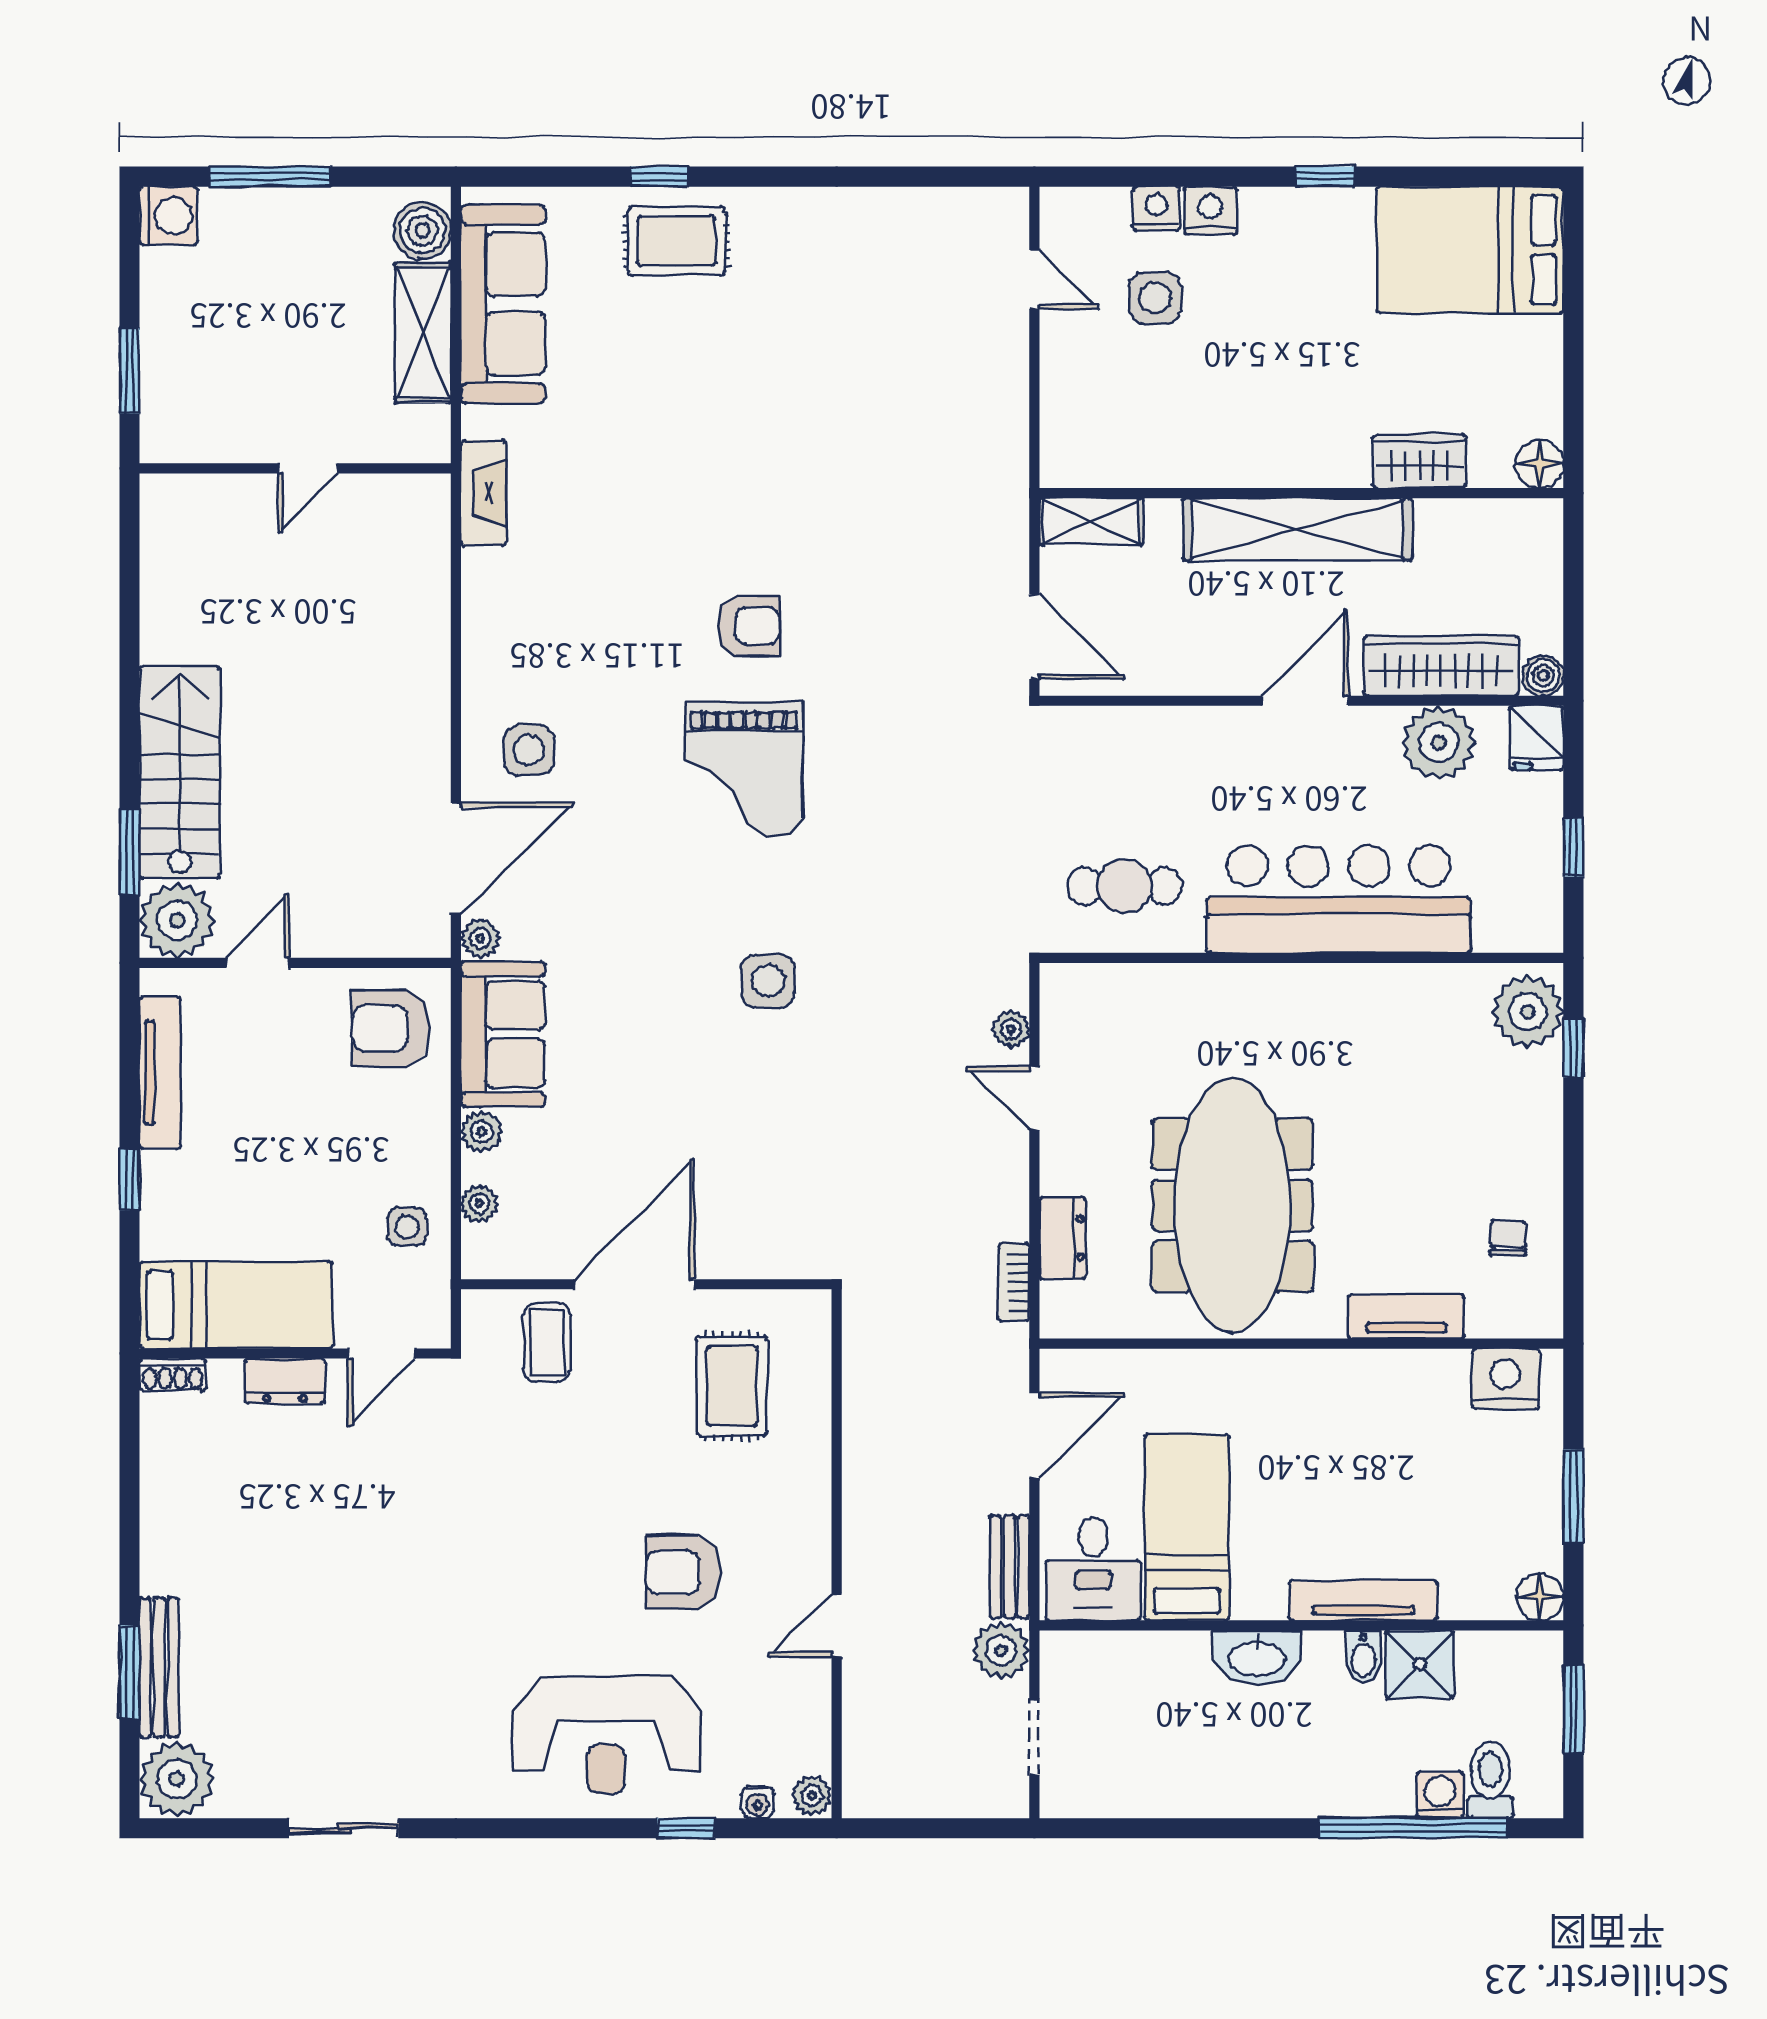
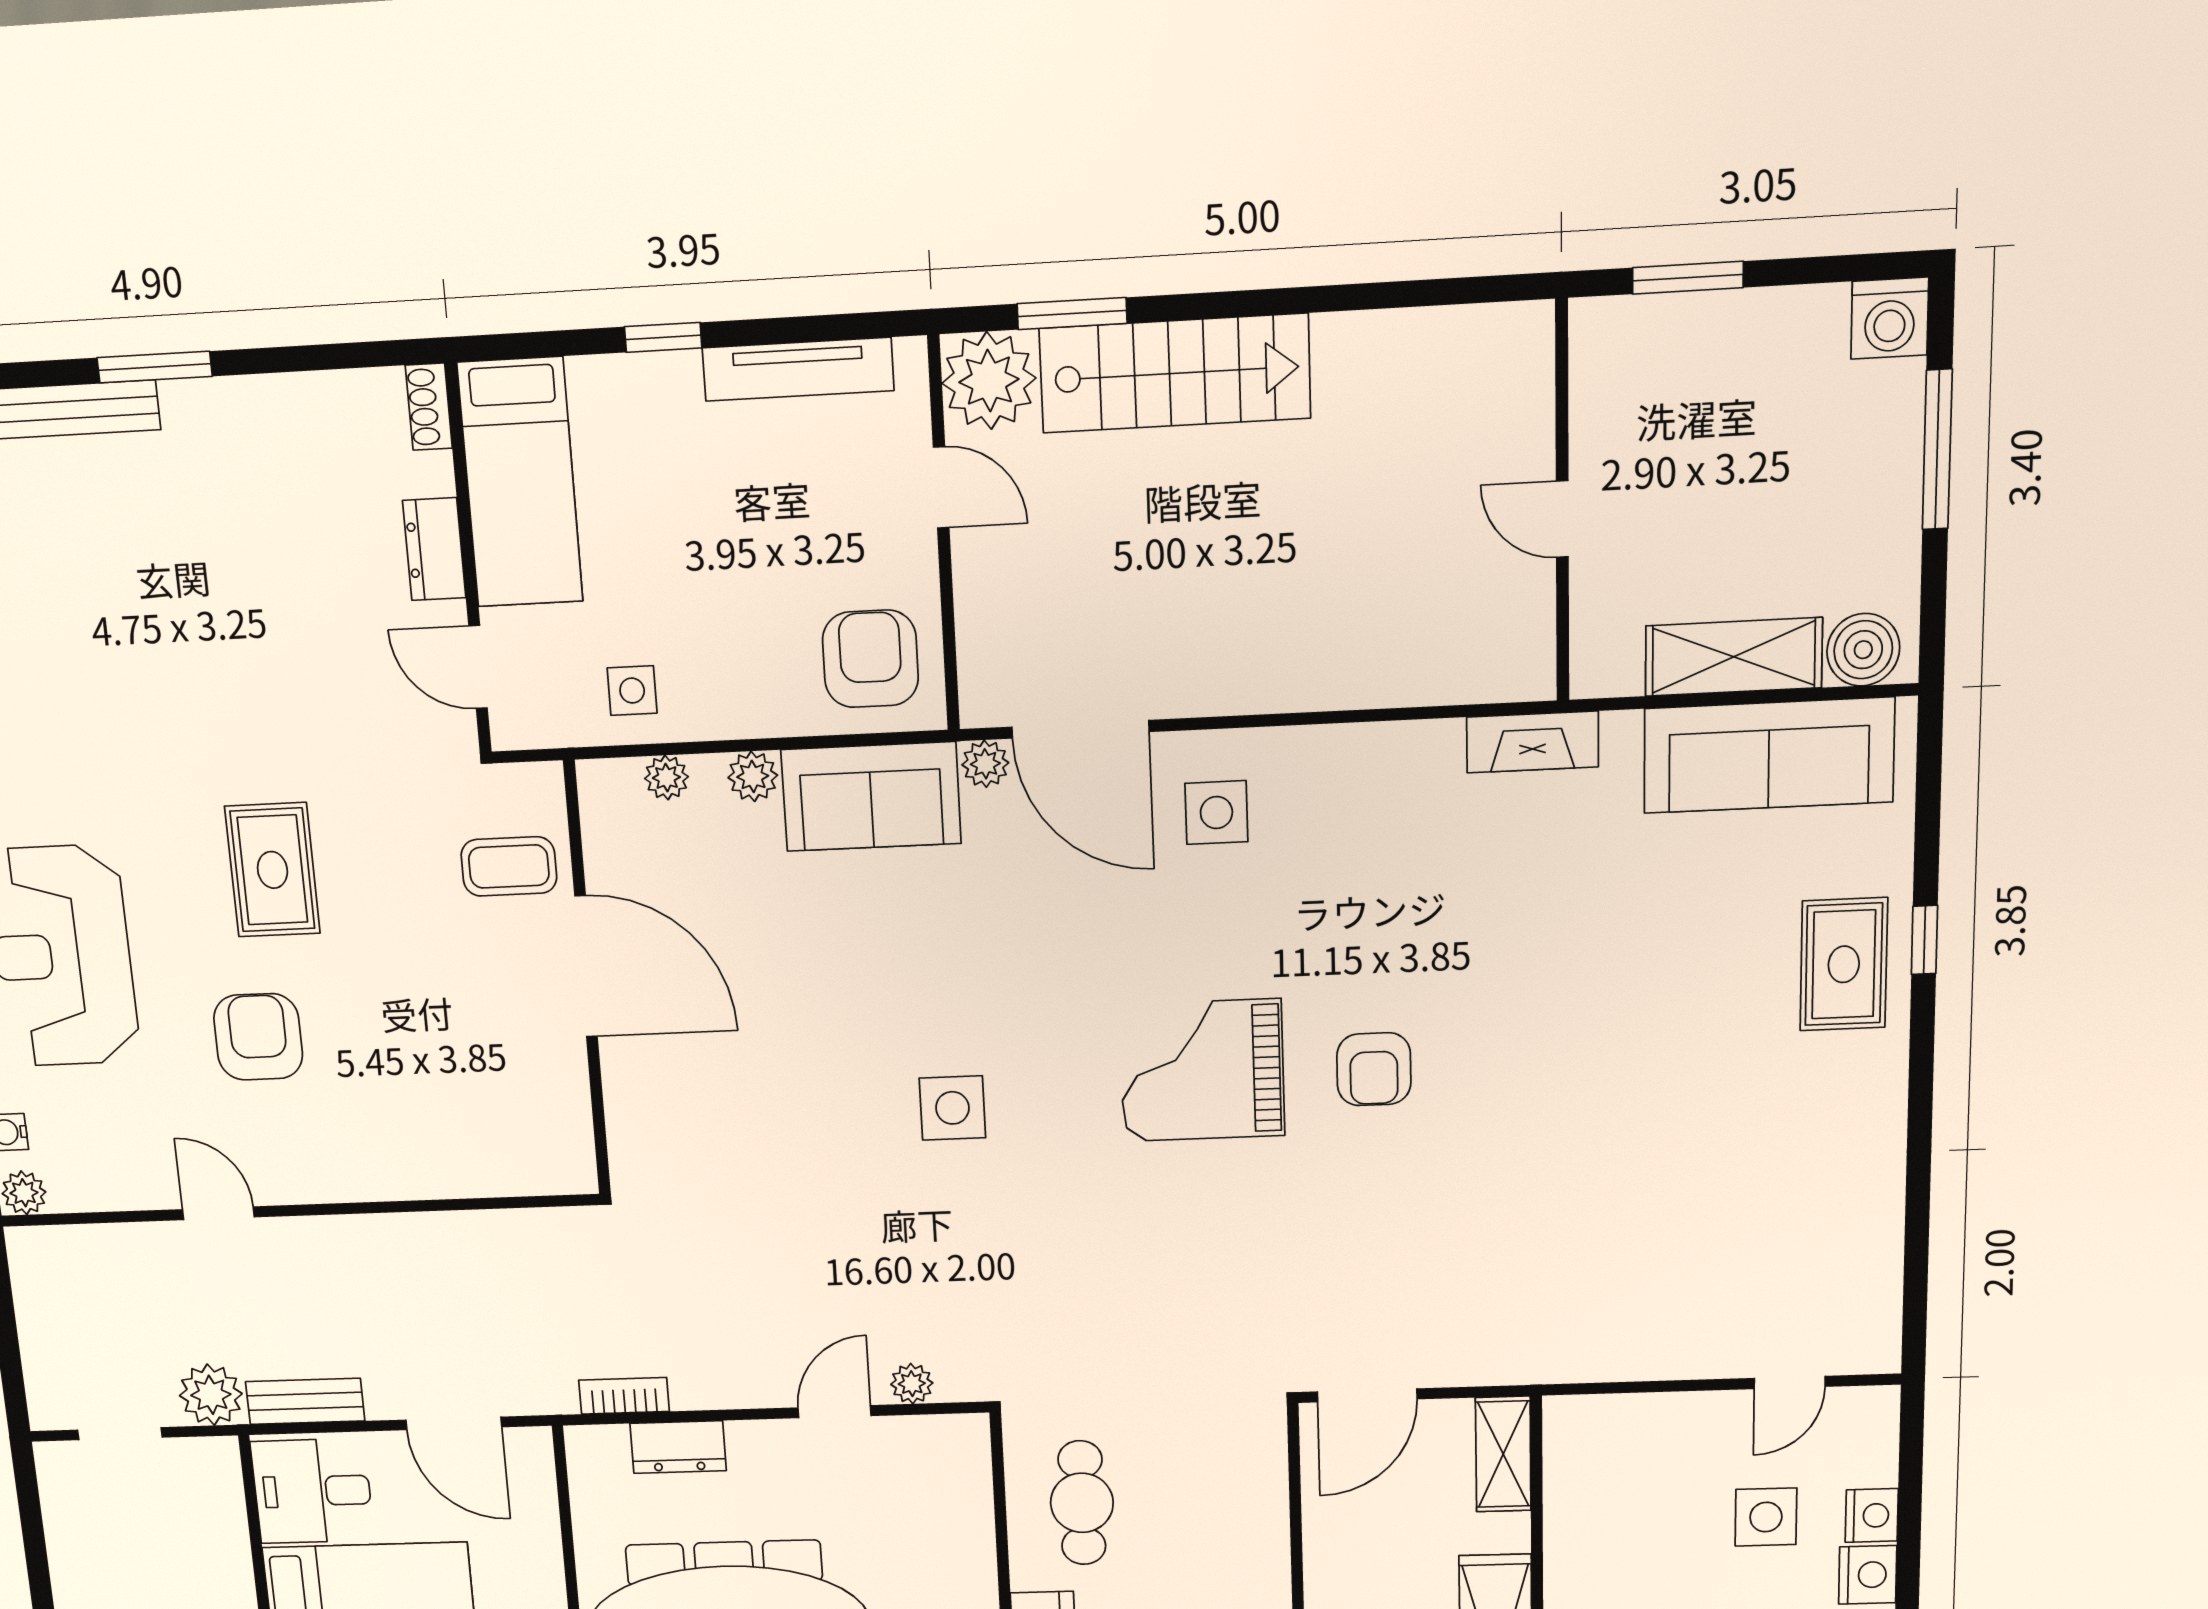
rug: (732, 1386) -> (272, 870), moved, turned 90
window: (130, 1672) -> (155, 367), moved

